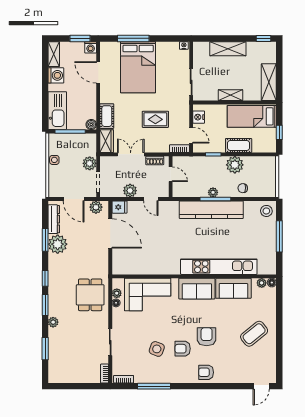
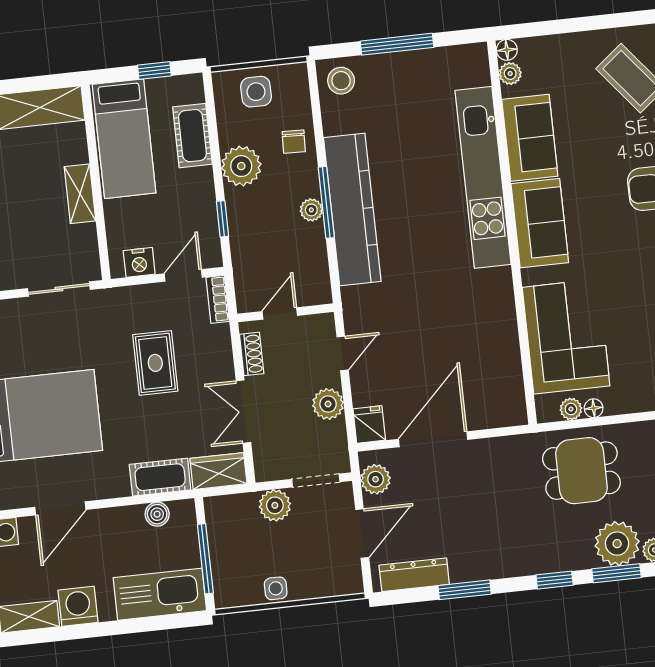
boiler: (91, 125) -> (157, 514), moved
cot: (239, 145) -> (192, 136), moved
side table: (266, 174) -> (256, 92), added
plant: (58, 244) -> (617, 544), moved

